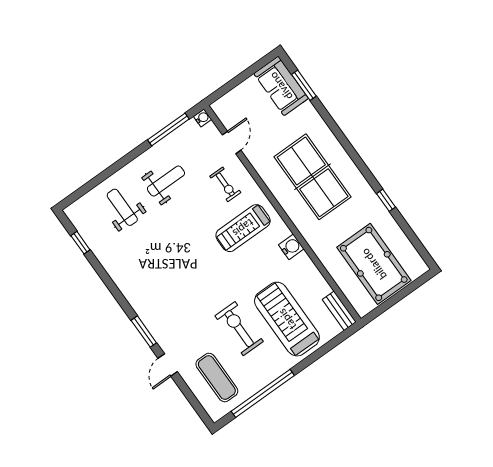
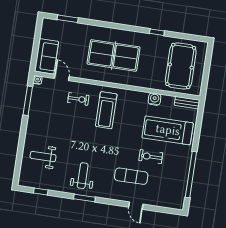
sofa: (281, 86) -> (47, 56), moved, turned -90
weight bench: (166, 181) -> (83, 176), moved
water cooler: (291, 247) -> (155, 99), moved
pool table: (374, 264) -> (181, 66), turned 90
exercise bike: (239, 329) -> (151, 157), width x0.73, depth x0.72
window: (144, 332) -> (84, 198), moved
exercise mat: (217, 378) -> (131, 176), moved

